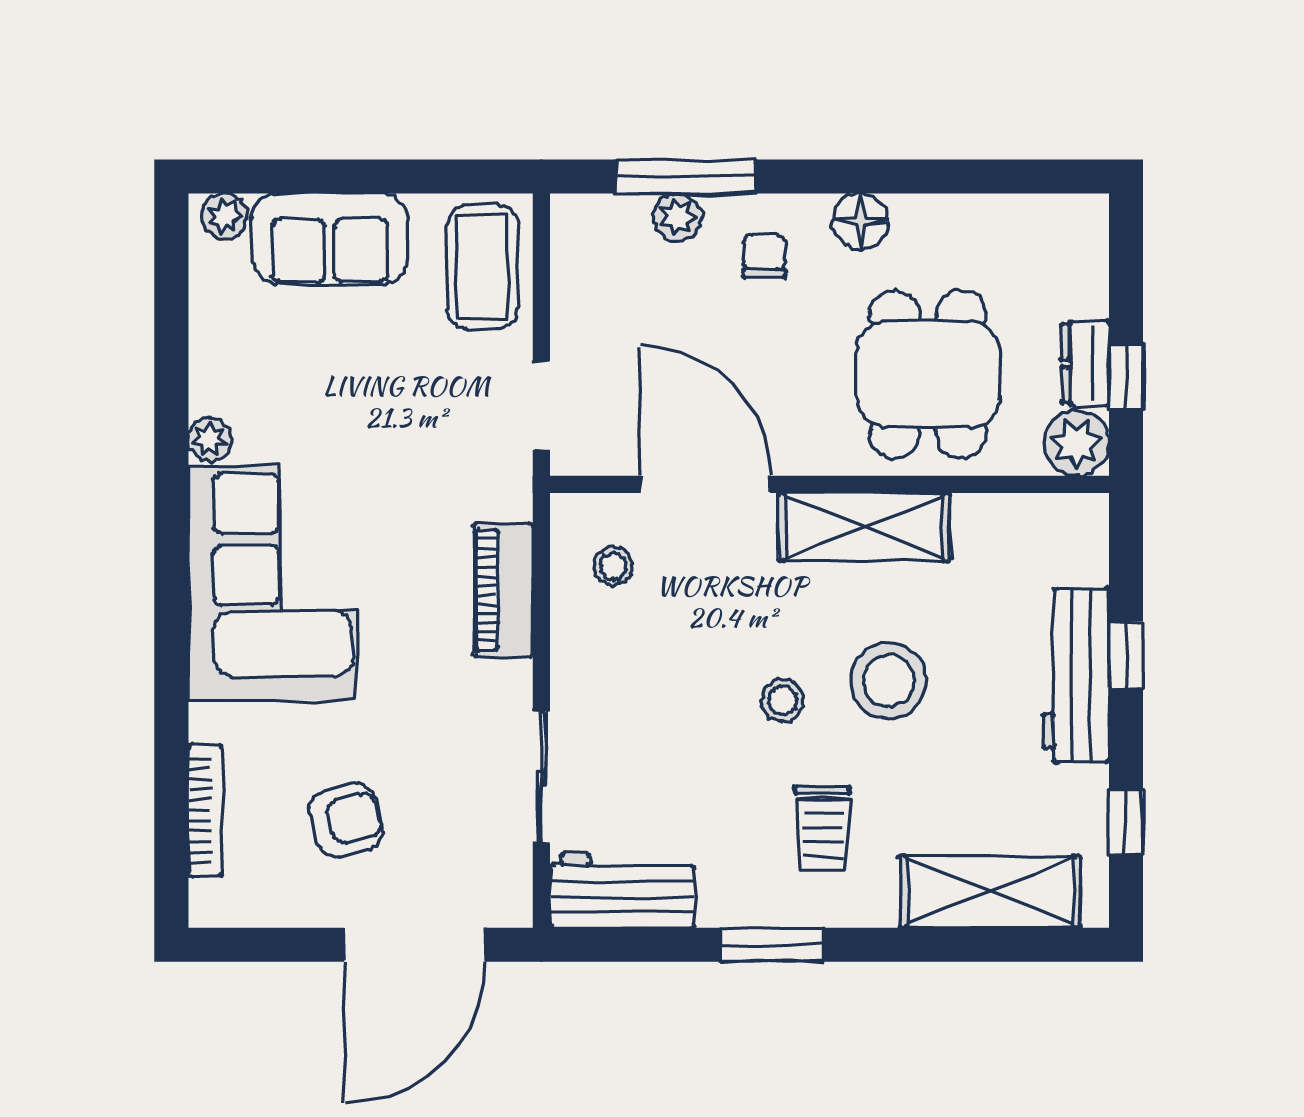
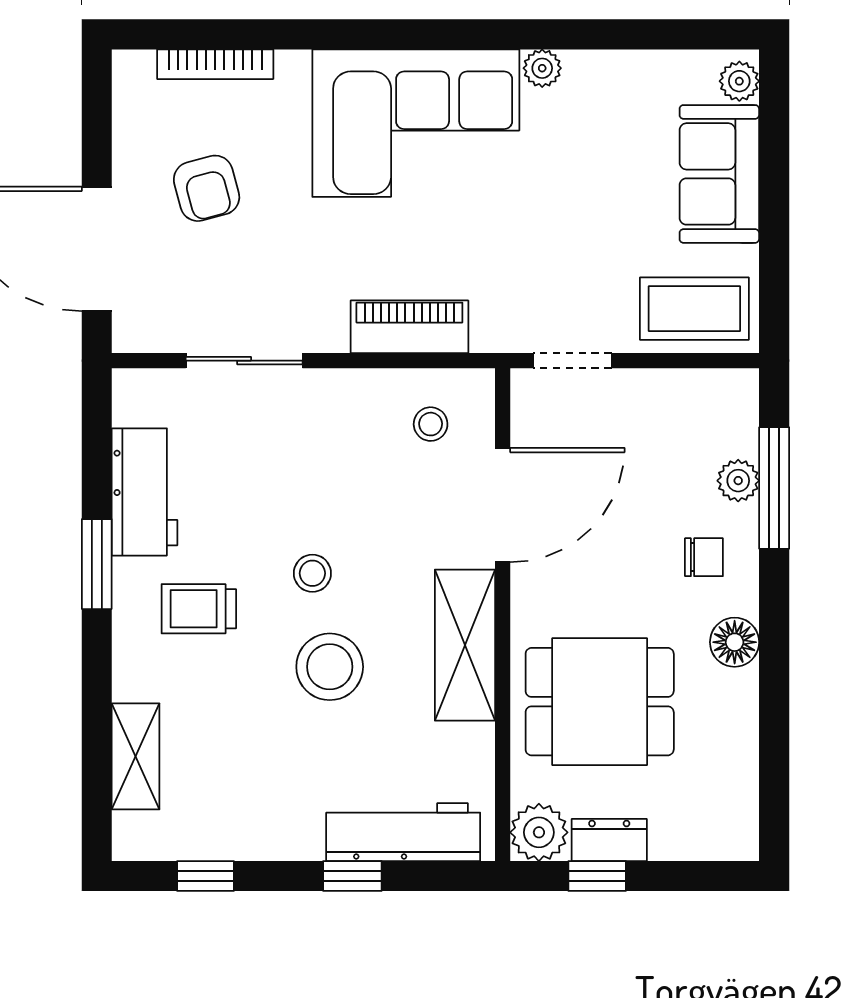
workbench: (1076, 675) -> (403, 832), moved
workbench: (622, 890) -> (145, 492), moved
shelving: (990, 892) -> (136, 756), width x0.67, depth x0.75

